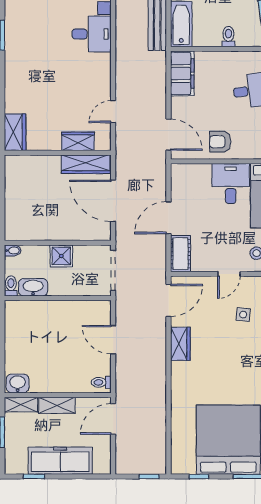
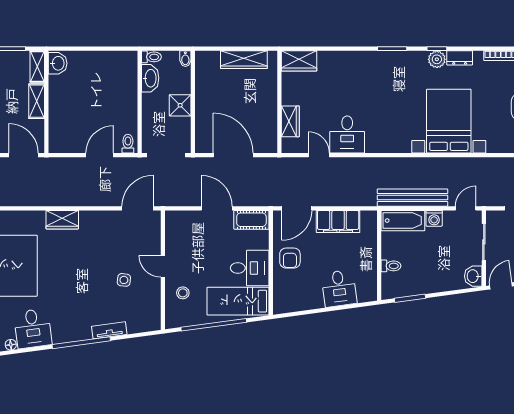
desk: (92, 34) -> (347, 134), moved
filing cabinet: (182, 74) -> (338, 222), moved
armchair: (220, 142) -> (290, 258), turned 180
wardrobe: (86, 164) -> (244, 60), moved, turned -90
door: (113, 201) -> (233, 155), hinge flipped
cot: (180, 254) -> (251, 220), moved
door: (168, 300) -> (138, 208), swing flipped
wardrobe: (180, 344) -> (62, 220), moved
toilet: (101, 382) -> (128, 144), moved

